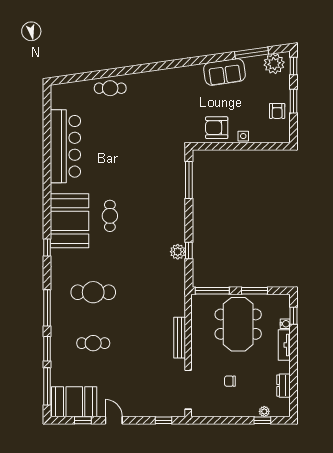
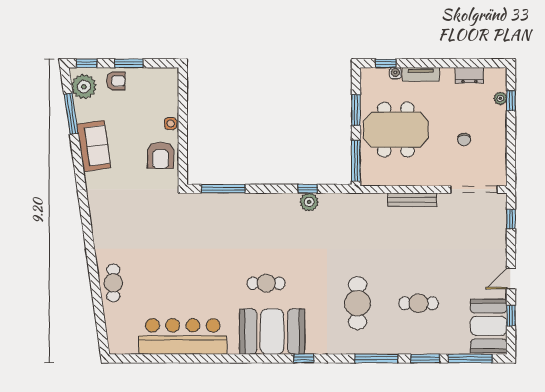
armchair: (277, 111) -> (116, 81), moved
cafe table: (93, 343) -> (419, 303), turned 90

